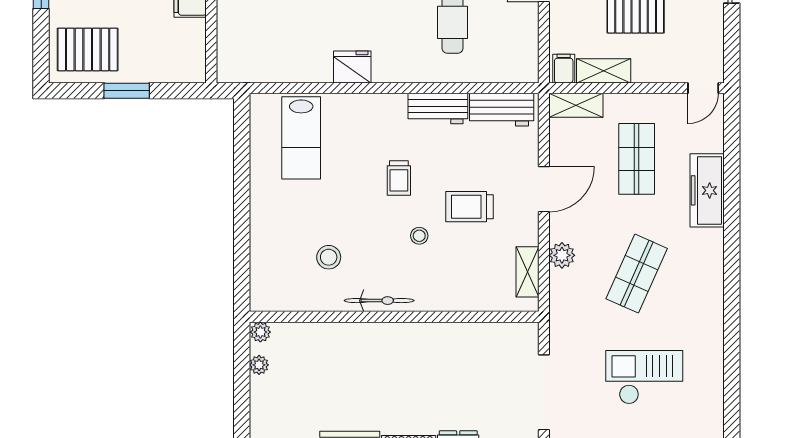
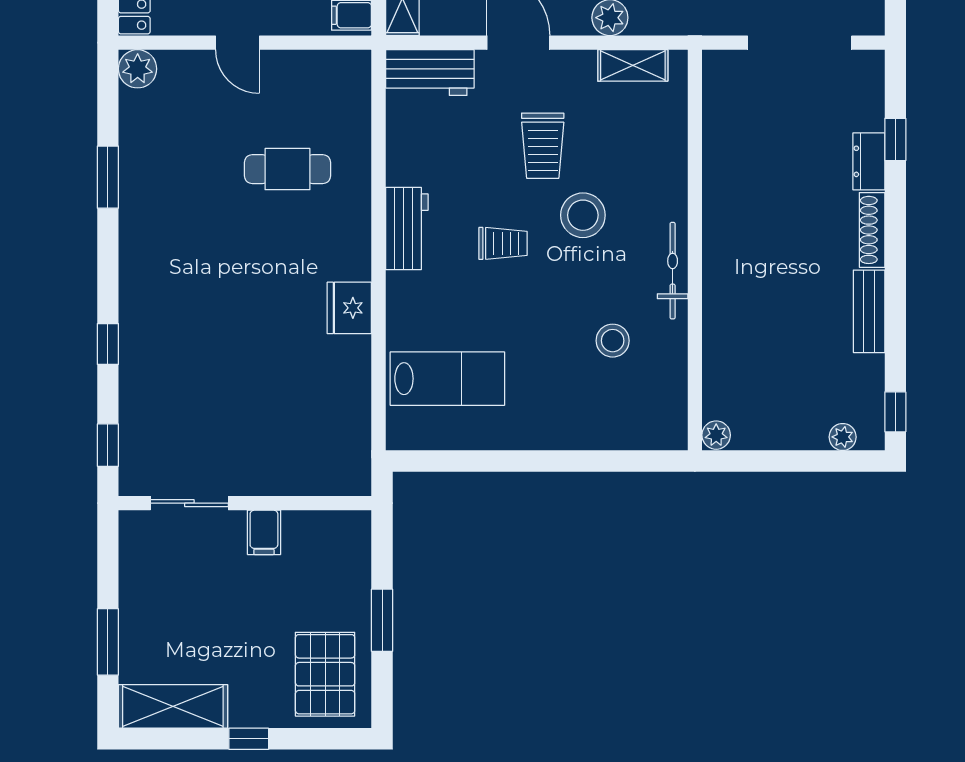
workbench: (438, 109) -> (407, 228), moved
workbench: (502, 110) -> (430, 73), moved, turned 90
stool: (419, 236) -> (583, 215), width x1.89, depth x1.89
plant: (259, 365) -> (843, 437), moved

